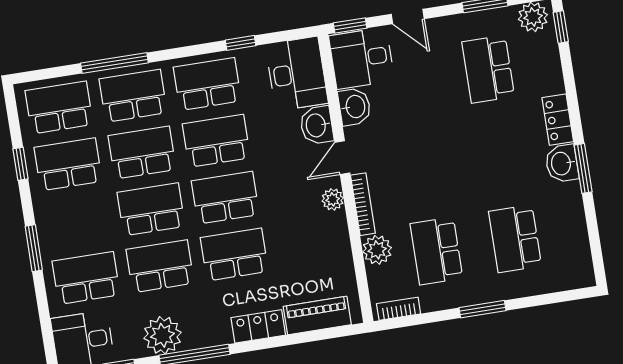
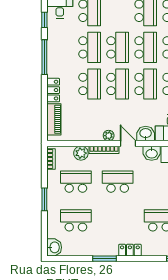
washbasin: (562, 163) -> (54, 247), moved, turned 90
school desk: (423, 166) -> (118, 182), added
plant: (162, 335) -> (56, 43), removed

